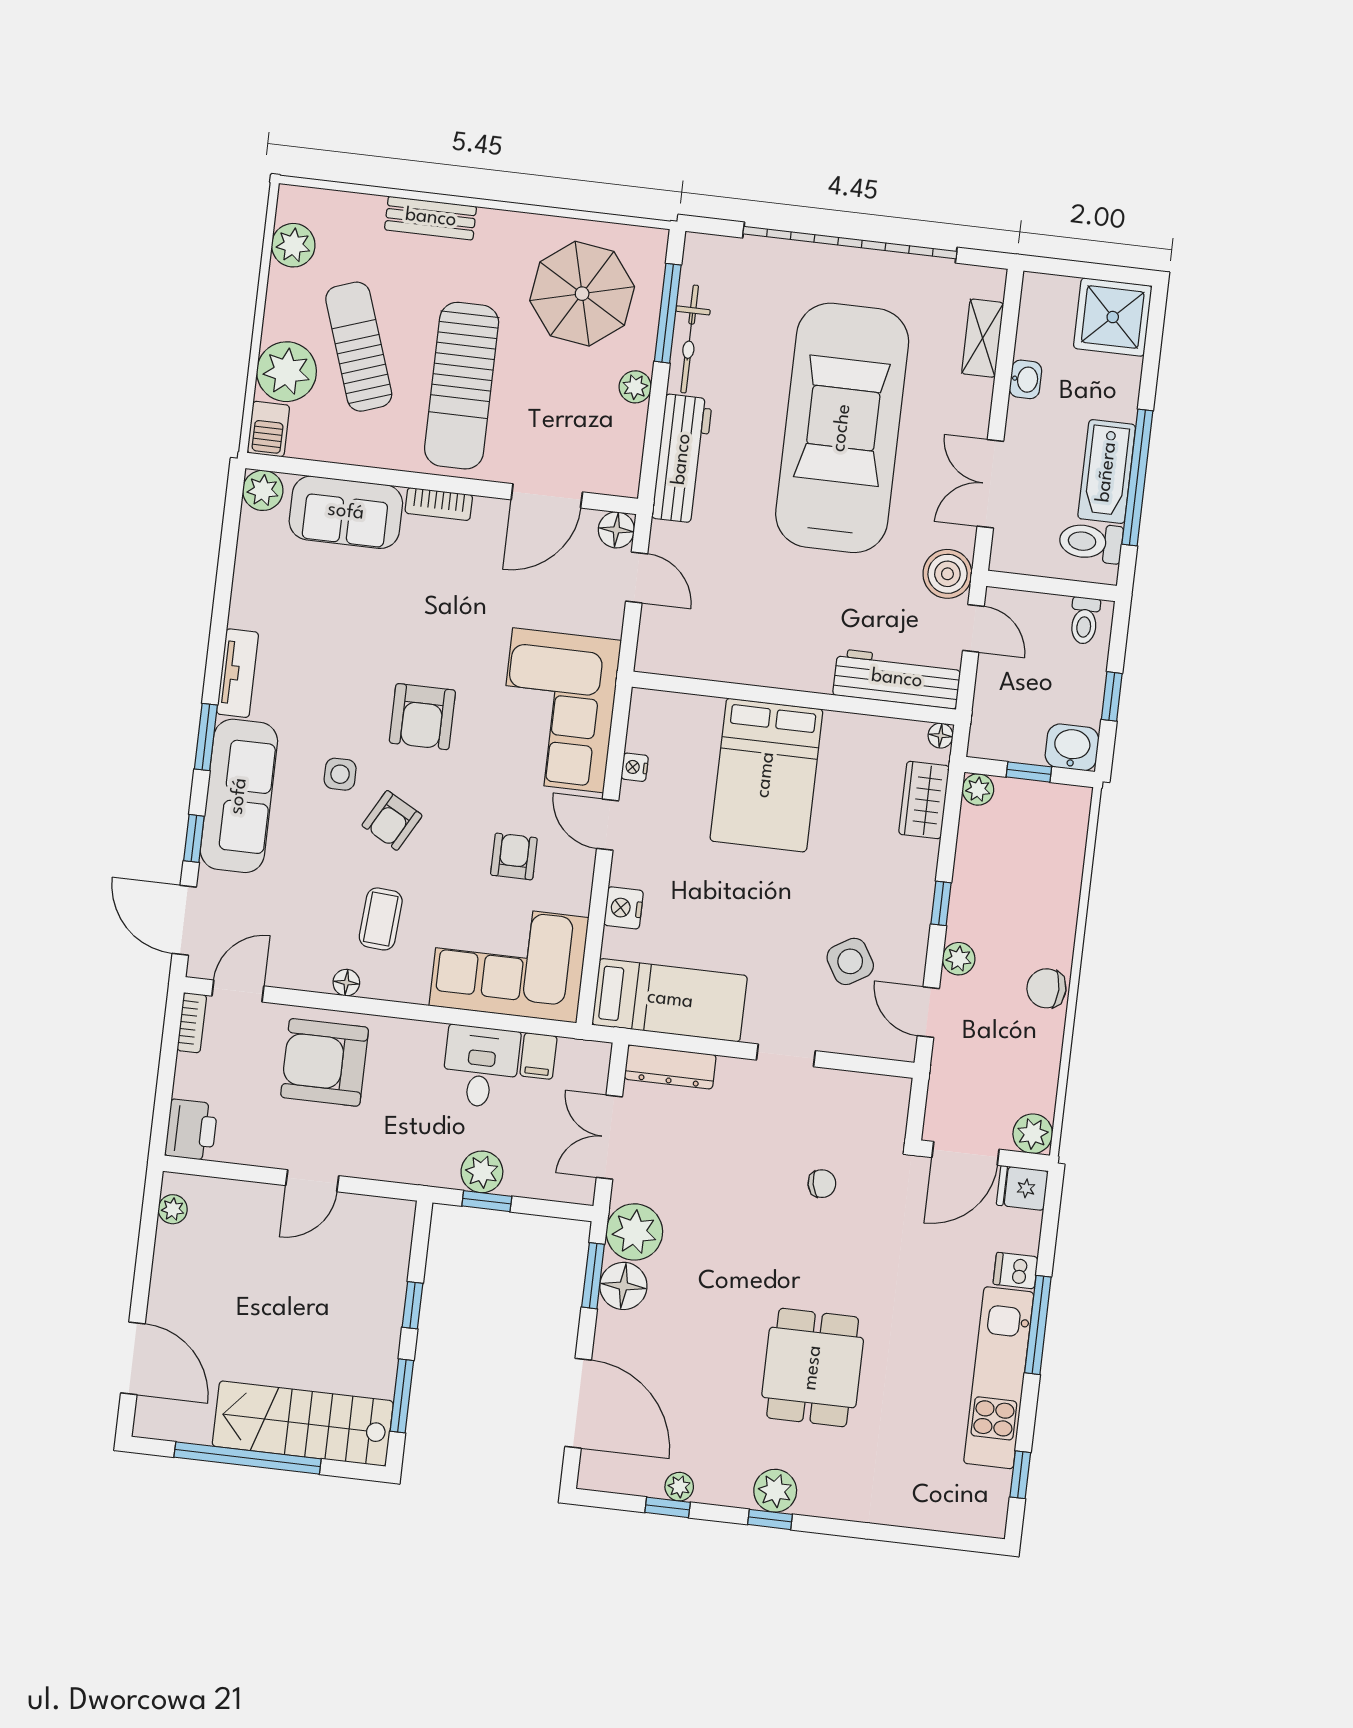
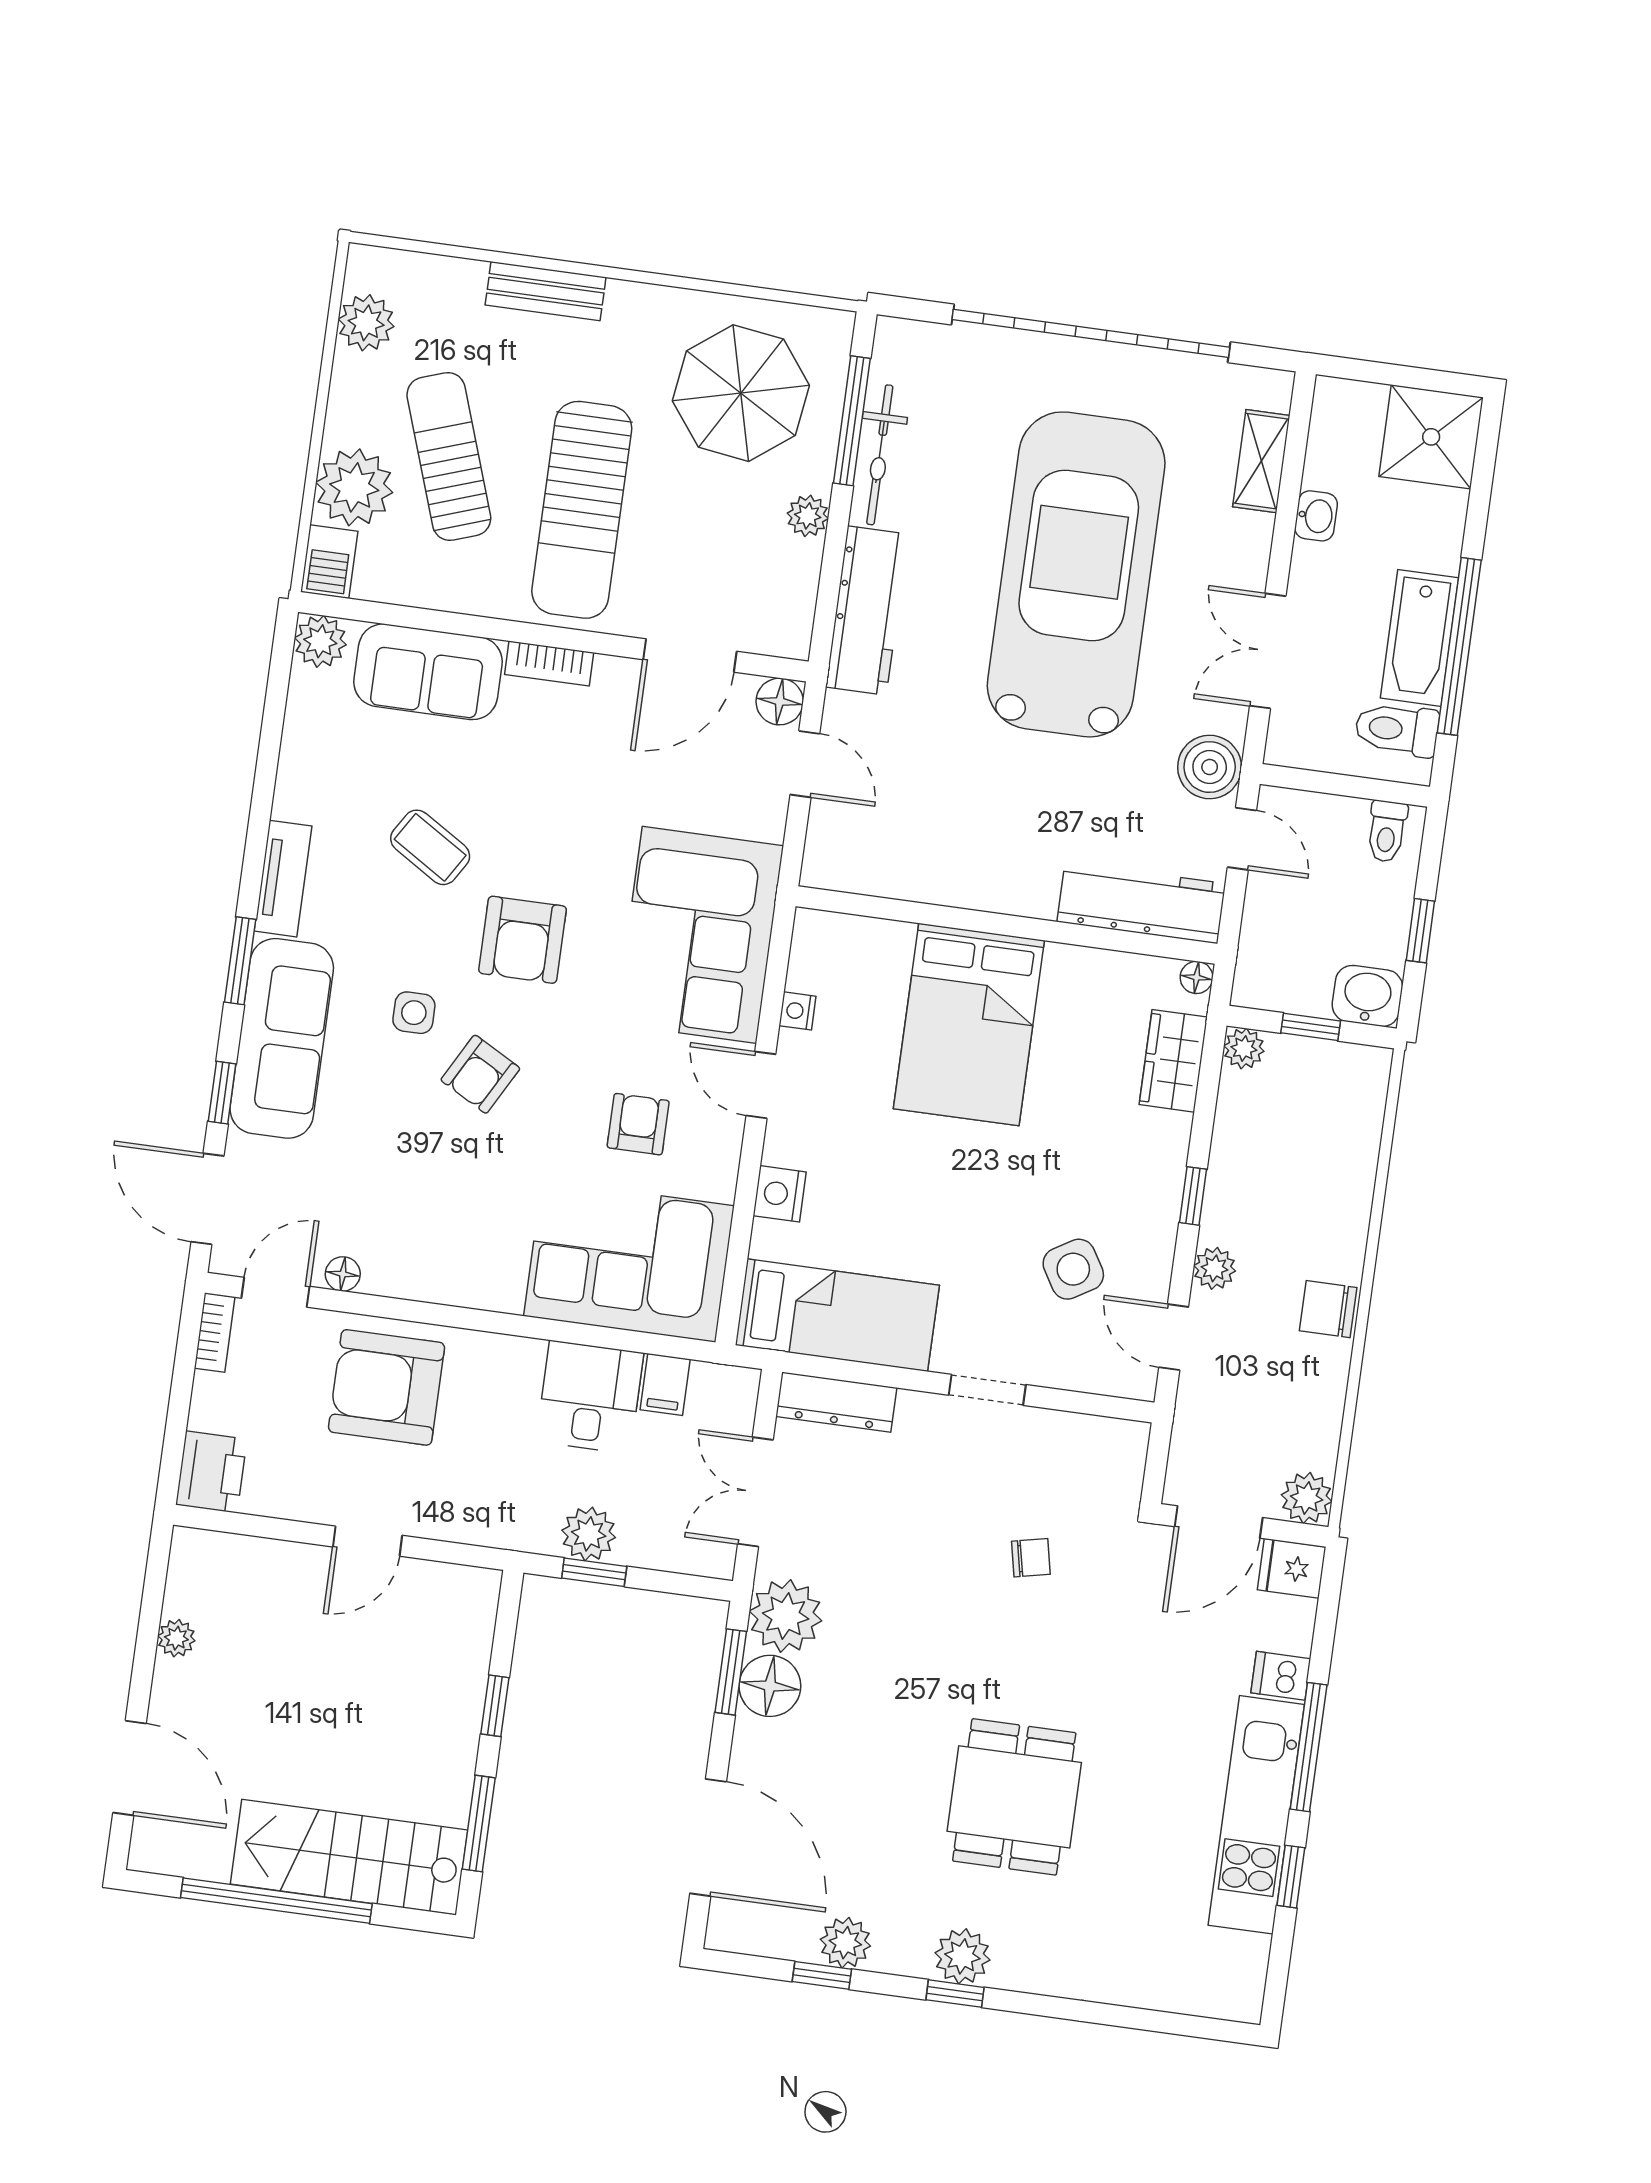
coffee table: (381, 919) -> (430, 847), moved, turned -62
floor lamp: (346, 983) -> (343, 1274), moved
plant: (173, 1209) -> (176, 1638), moved
window: (1020, 1475) -> (1291, 1877), moved
plant: (679, 1487) -> (845, 1943), width x1.38, depth x1.38

